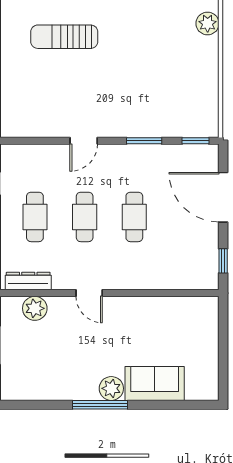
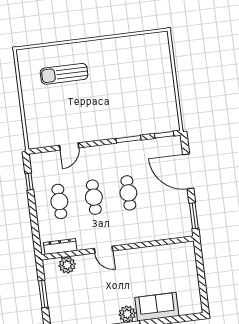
plant: (208, 23) -> (162, 52), removed
door: (84, 141) -> (69, 147), moved
window: (223, 261) -> (194, 216), width x1.50

